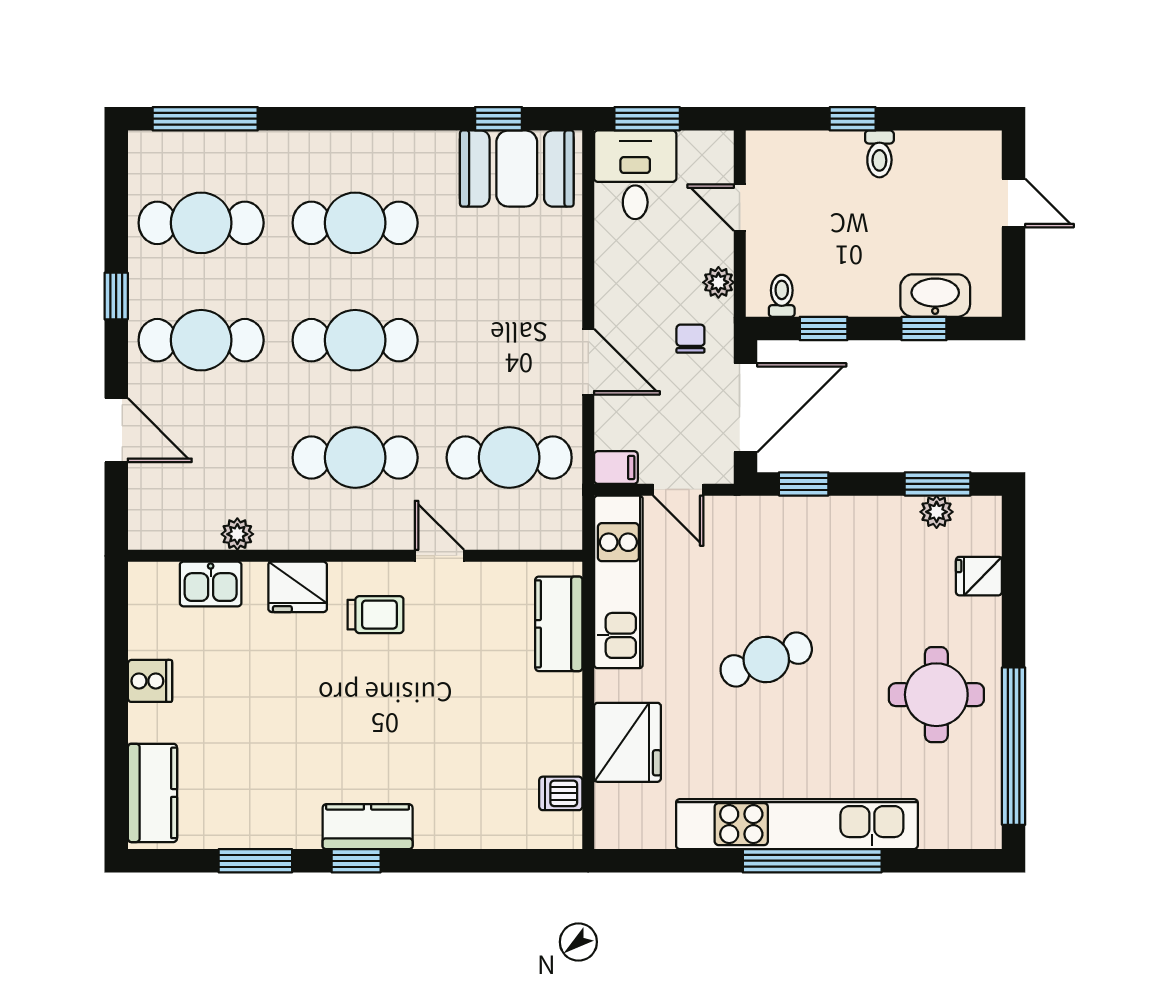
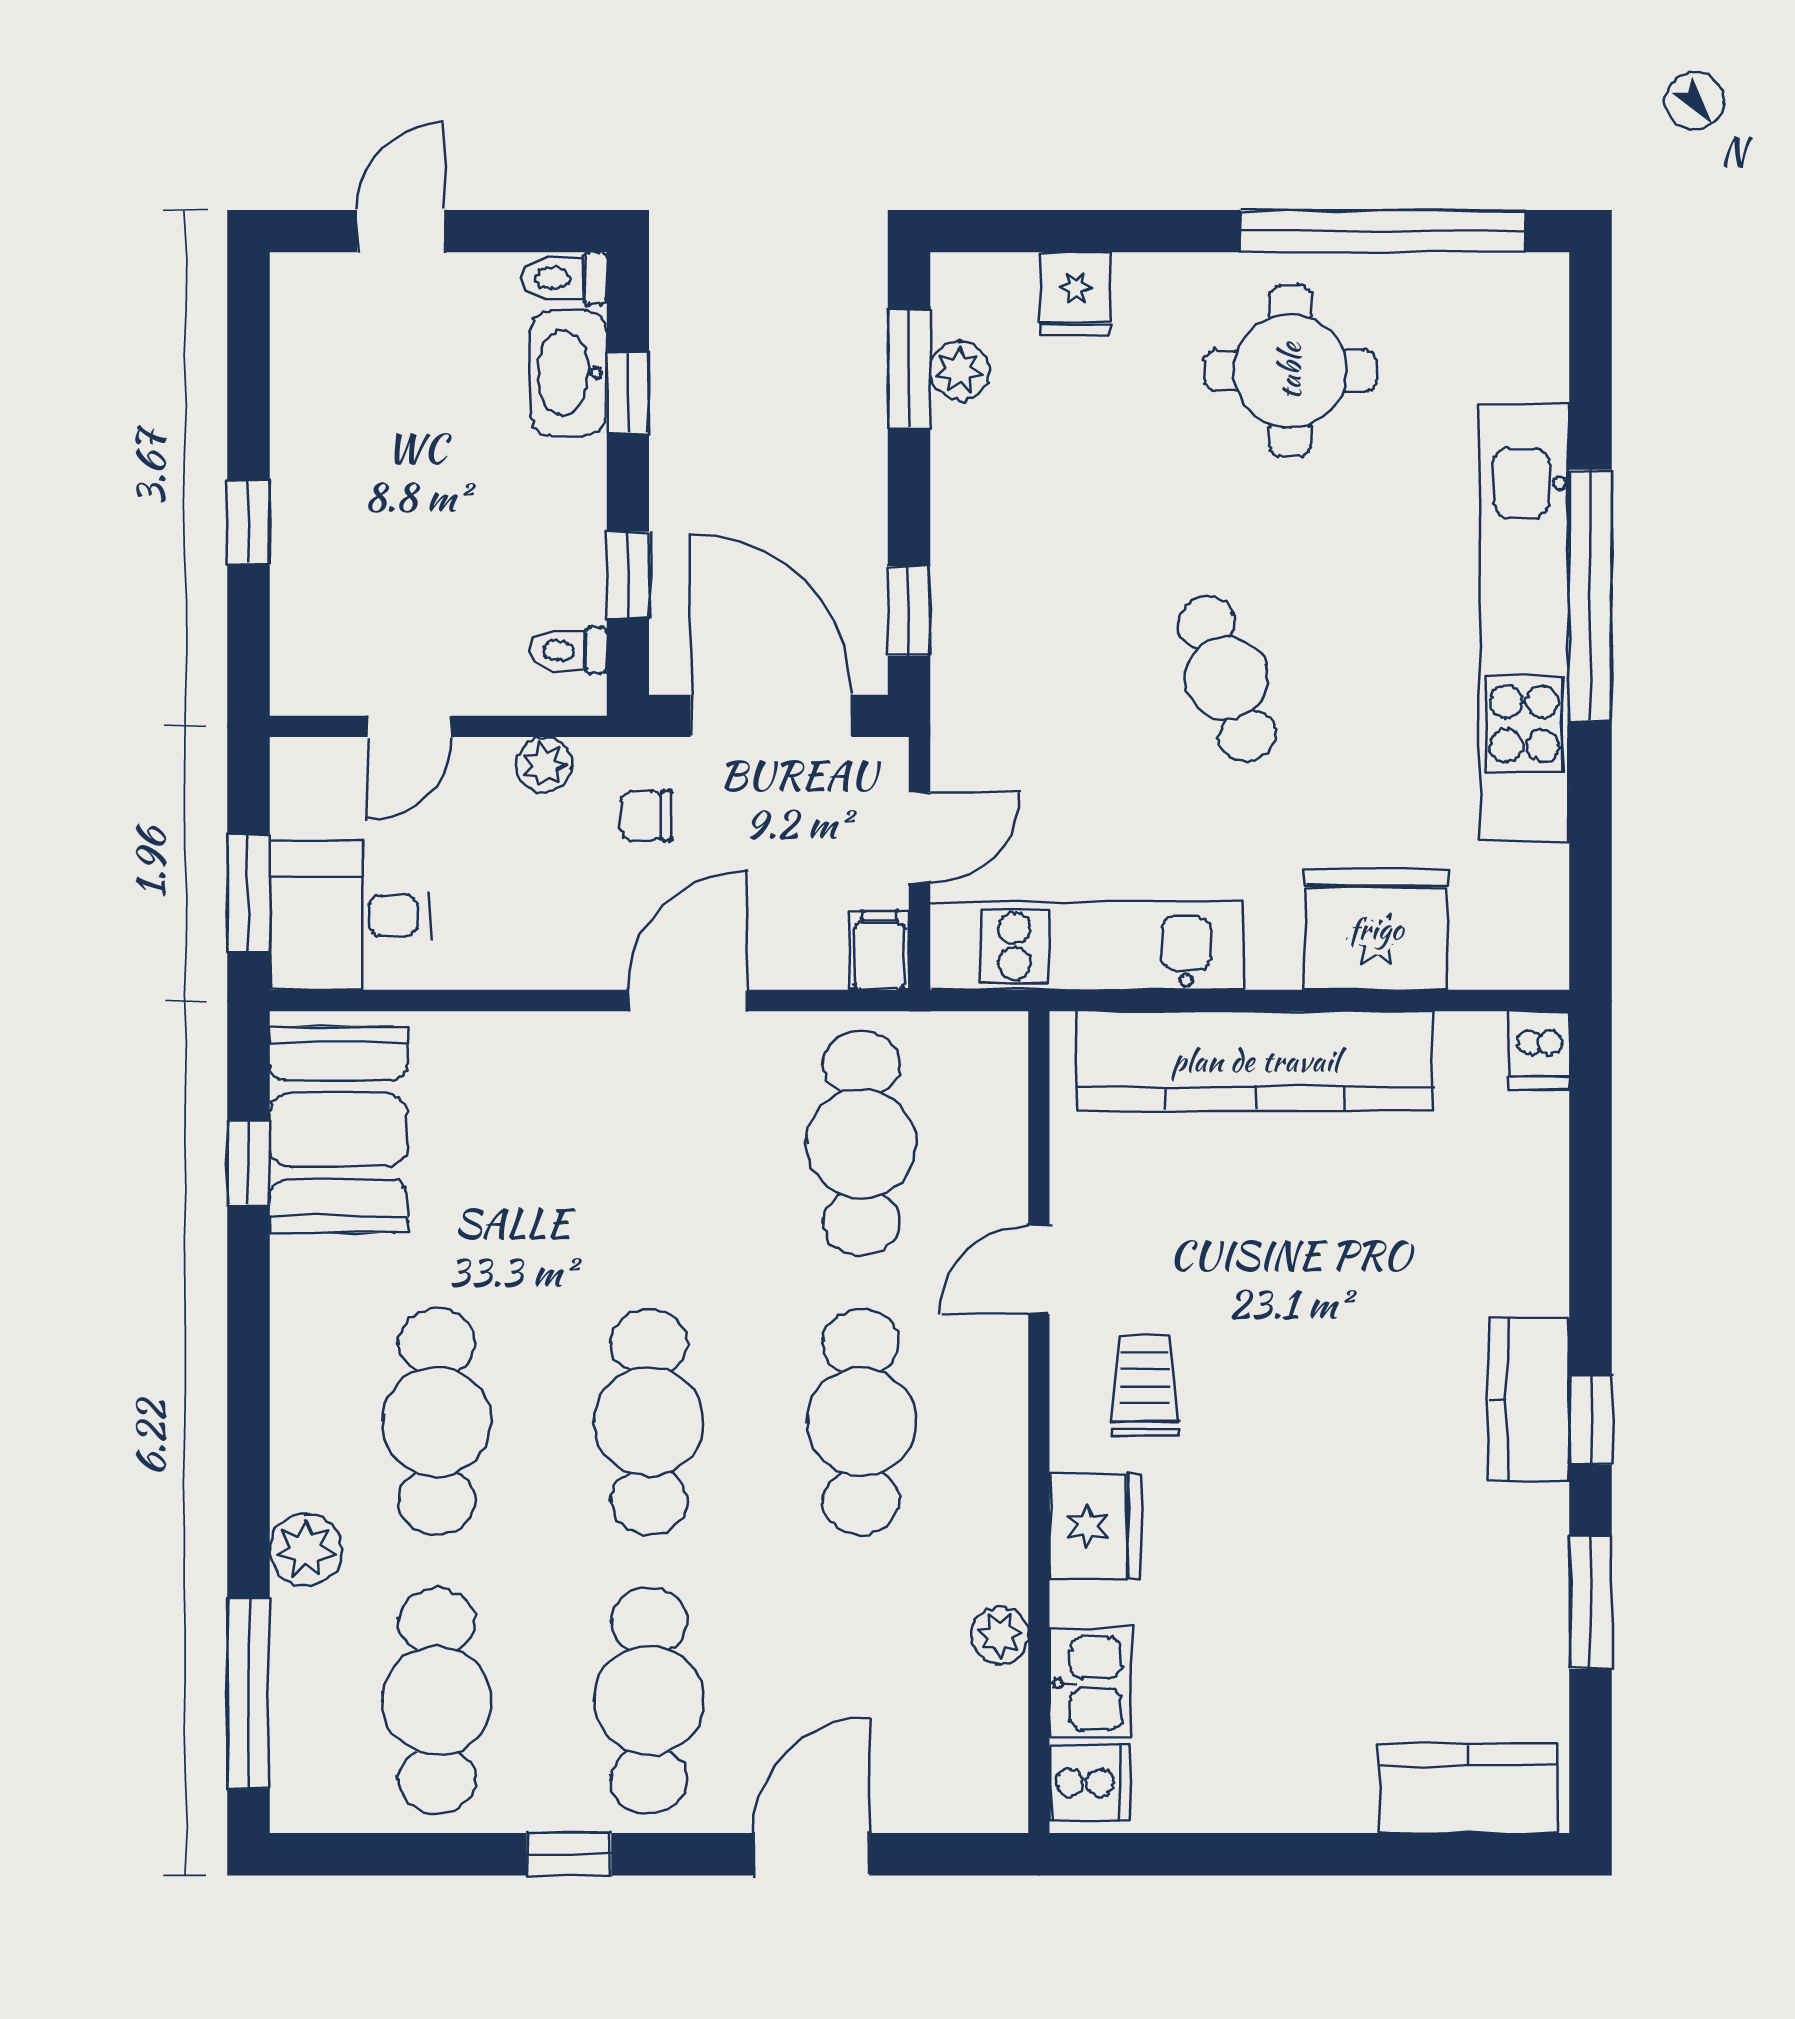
plant: (285, 150) -> (306, 1550), added
toilet: (879, 154) -> (564, 278), moved, turned 180
kitchen counter: (559, 624) -> (1255, 1061), width x2.08, depth x1.17
cooker: (150, 681) -> (1090, 1783), moved, turned 90
dishwasher: (561, 793) -> (1539, 1050), moved

